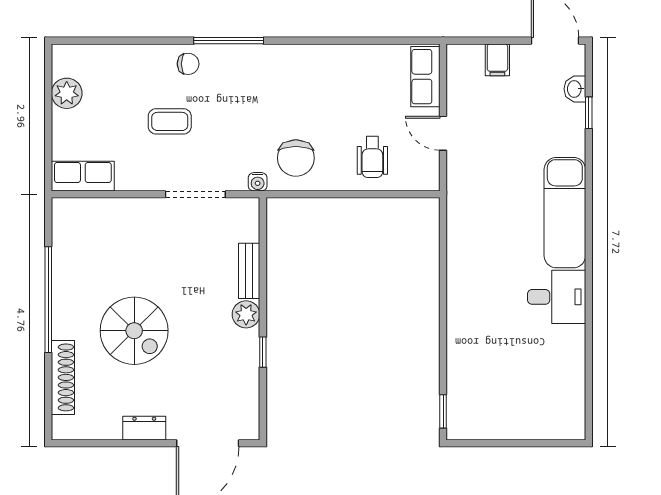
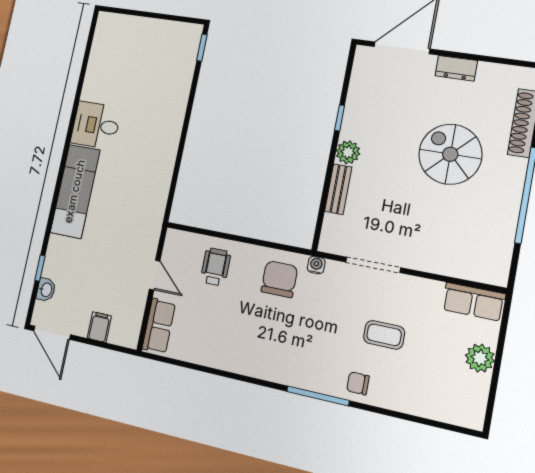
plant: (67, 93) -> (480, 358), moved

